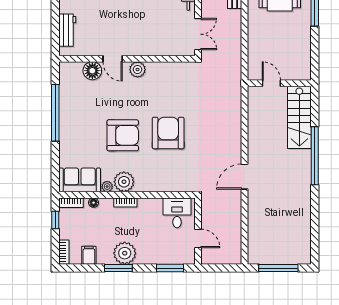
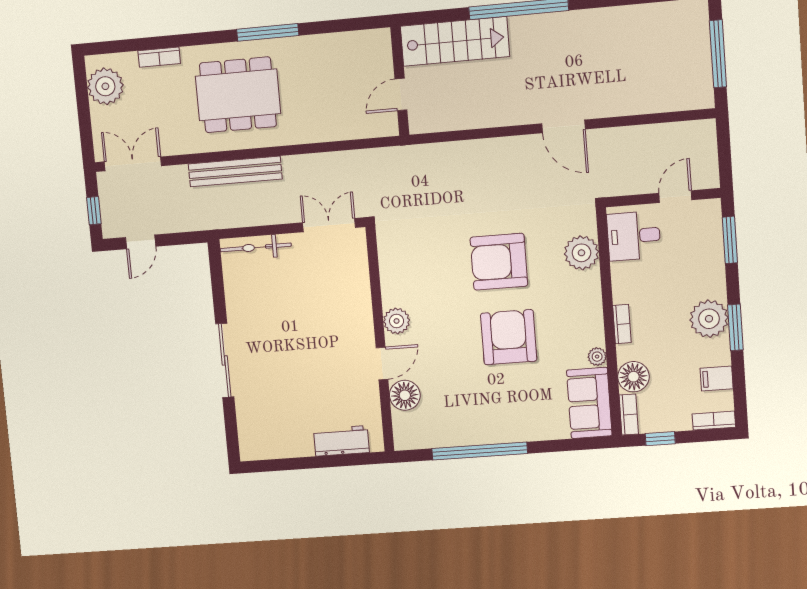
plant: (124, 182) -> (581, 253), moved
floor lamp: (94, 203) -> (633, 377), width x1.89, depth x1.89

